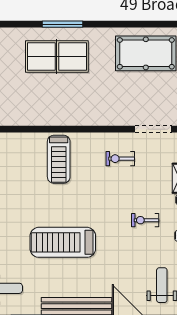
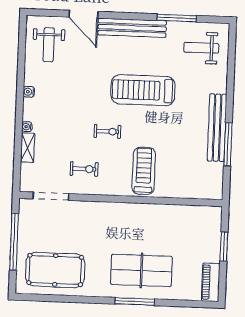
exercise bike: (145, 220) -> (107, 131), moved
treadmill: (63, 242) -> (143, 90), turned 180

